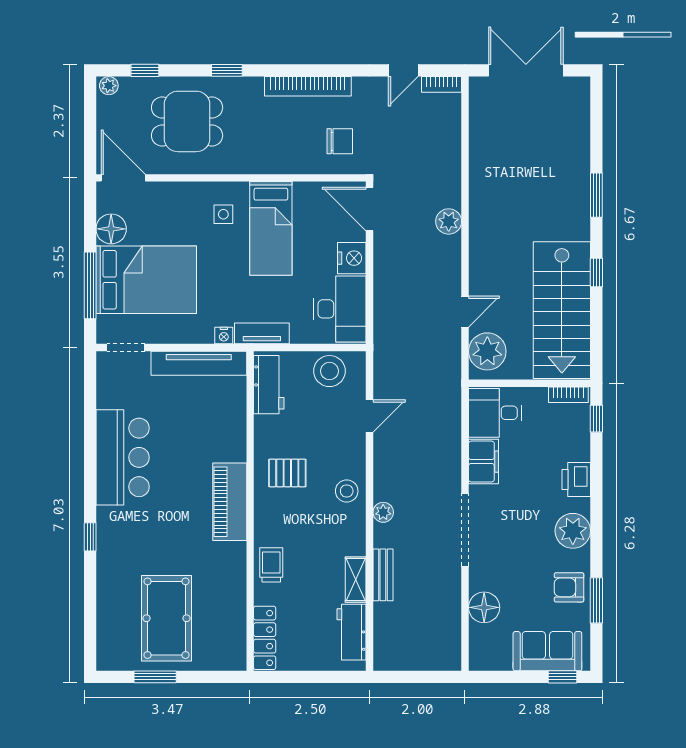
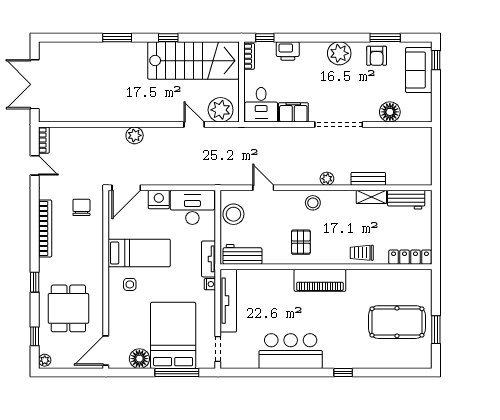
printer: (576, 479) -> (288, 51), moved

